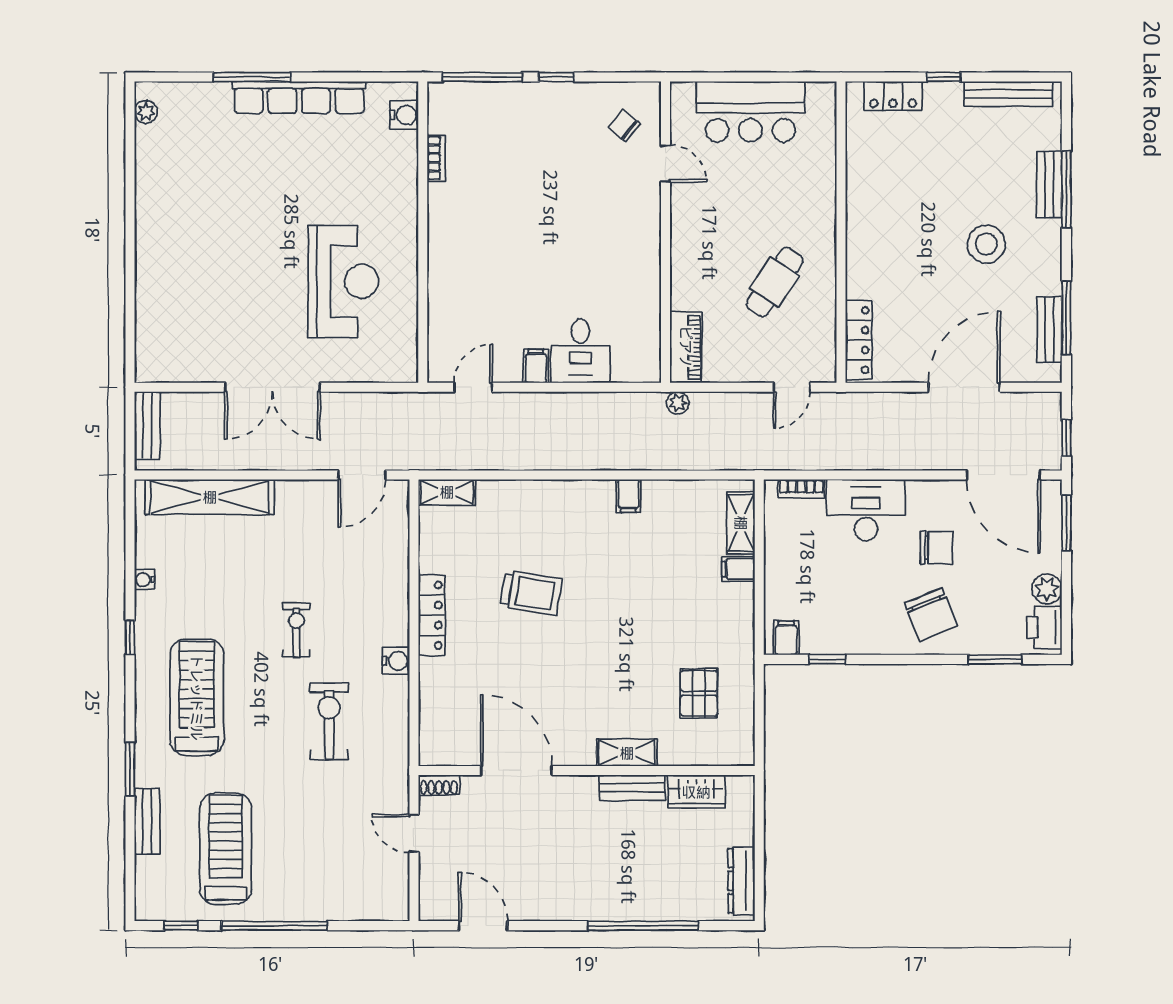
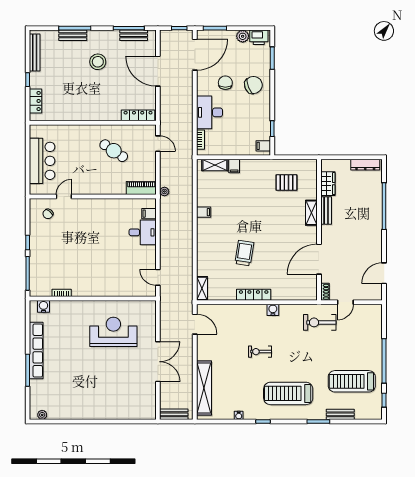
filing cabinet: (536, 366) -> (149, 214), moved
exercise bike: (329, 721) -> (320, 322), moved

